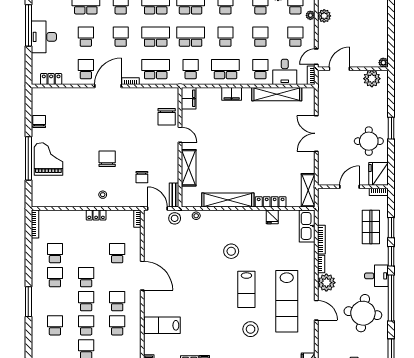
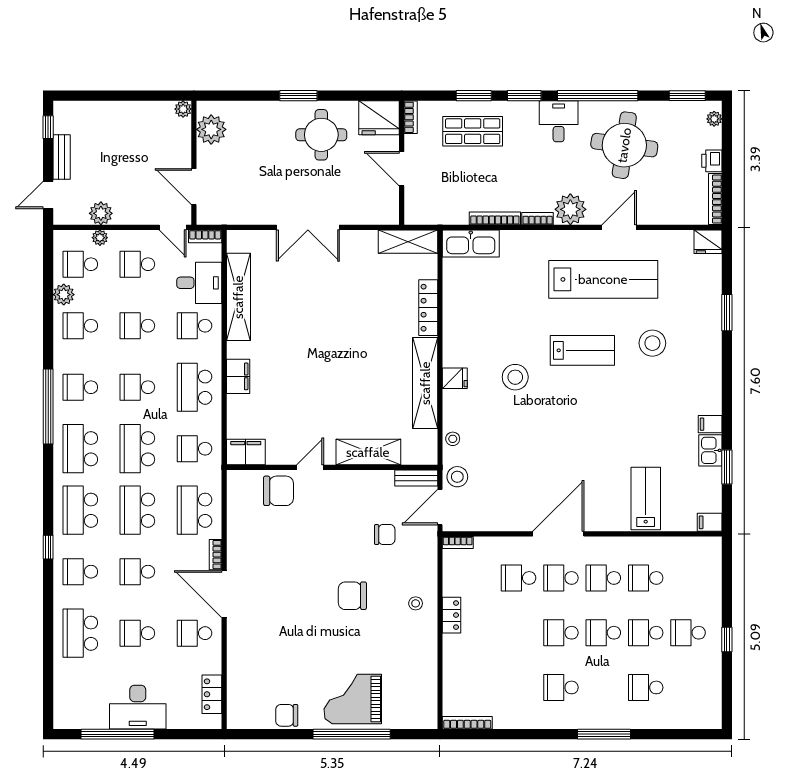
fridge: (272, 217) -> (455, 378), moved
school desk: (55, 253) -> (561, 578), moved
lab bench: (162, 325) -> (646, 498), turned 180

